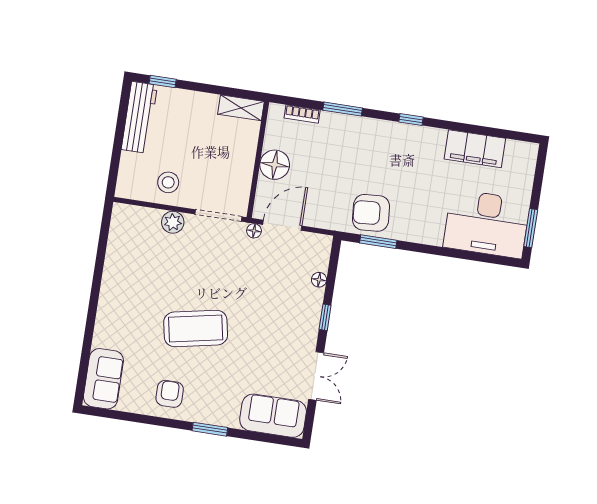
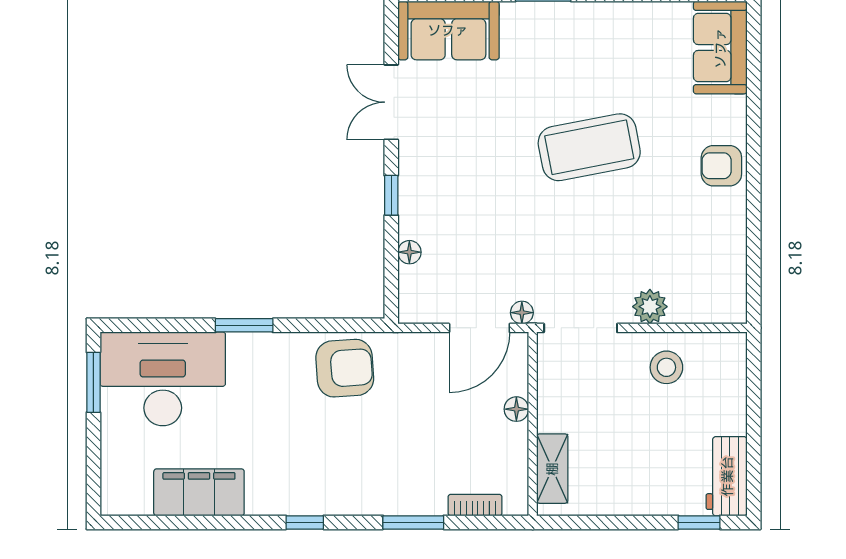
shelving: (241, 108) -> (552, 469), moved, turned 90
workbench: (139, 117) -> (727, 476), width x0.73
floor lamp: (275, 165) -> (516, 409), width x0.53, depth x0.53
window: (378, 242) -> (244, 325), moved
armchair: (170, 394) -> (721, 166), moved, turned 90

